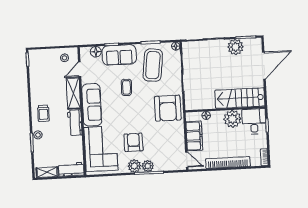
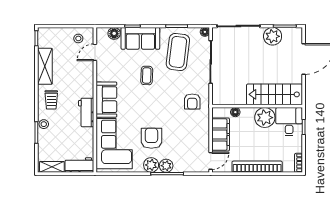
shelving: (73, 93) -> (45, 66), moved
sofa: (92, 105) -> (106, 100), width x0.73
armchair: (168, 108) -> (192, 102), width x0.53, depth x0.53
door: (187, 160) -> (211, 161), hinge flipped

